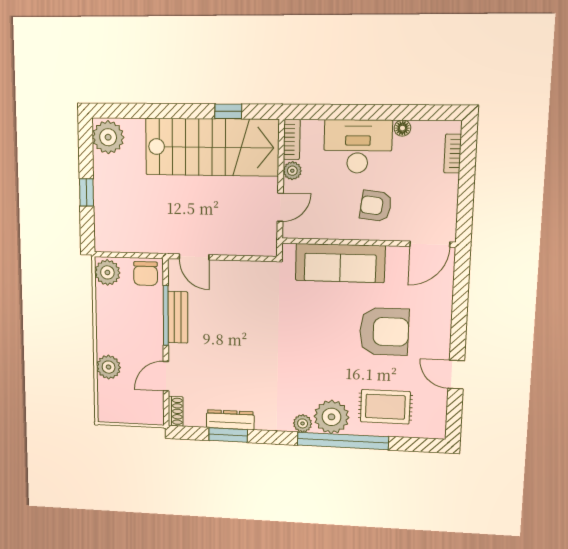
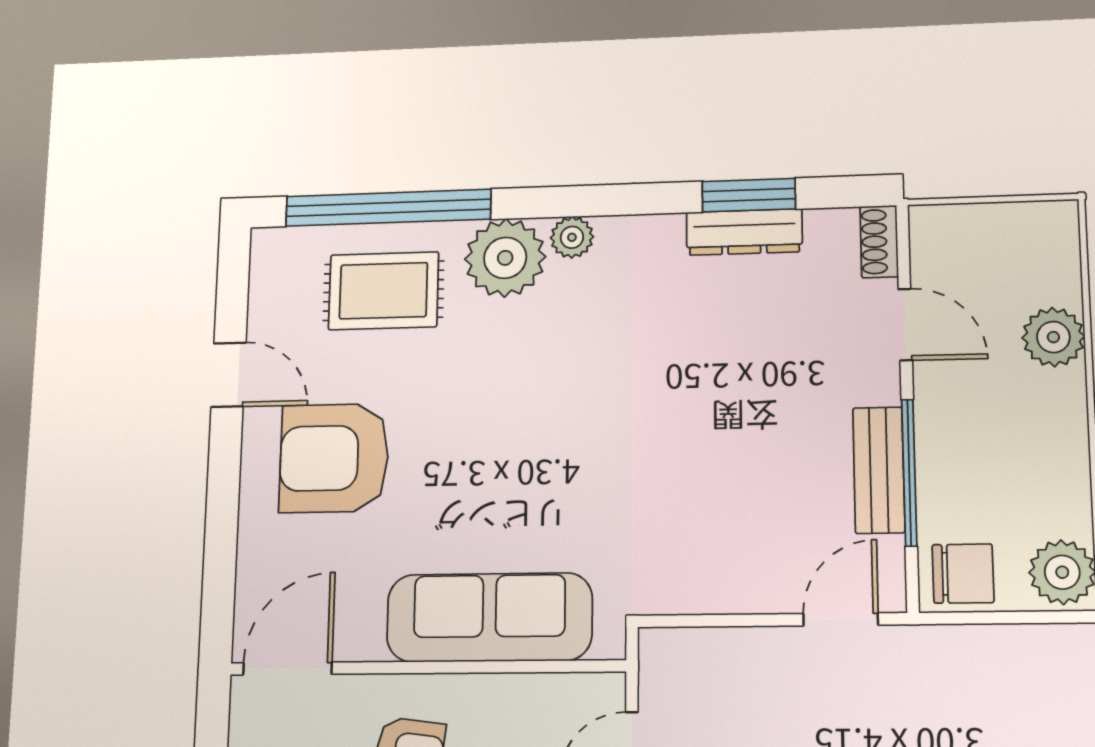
door: (194, 257) -> (841, 619), hinge flipped
chair: (146, 274) -> (963, 574), turned 90
armchair: (384, 332) -> (334, 458), moved
door: (166, 376) -> (905, 325), hinge flipped
window: (343, 441) -> (388, 208), moved

